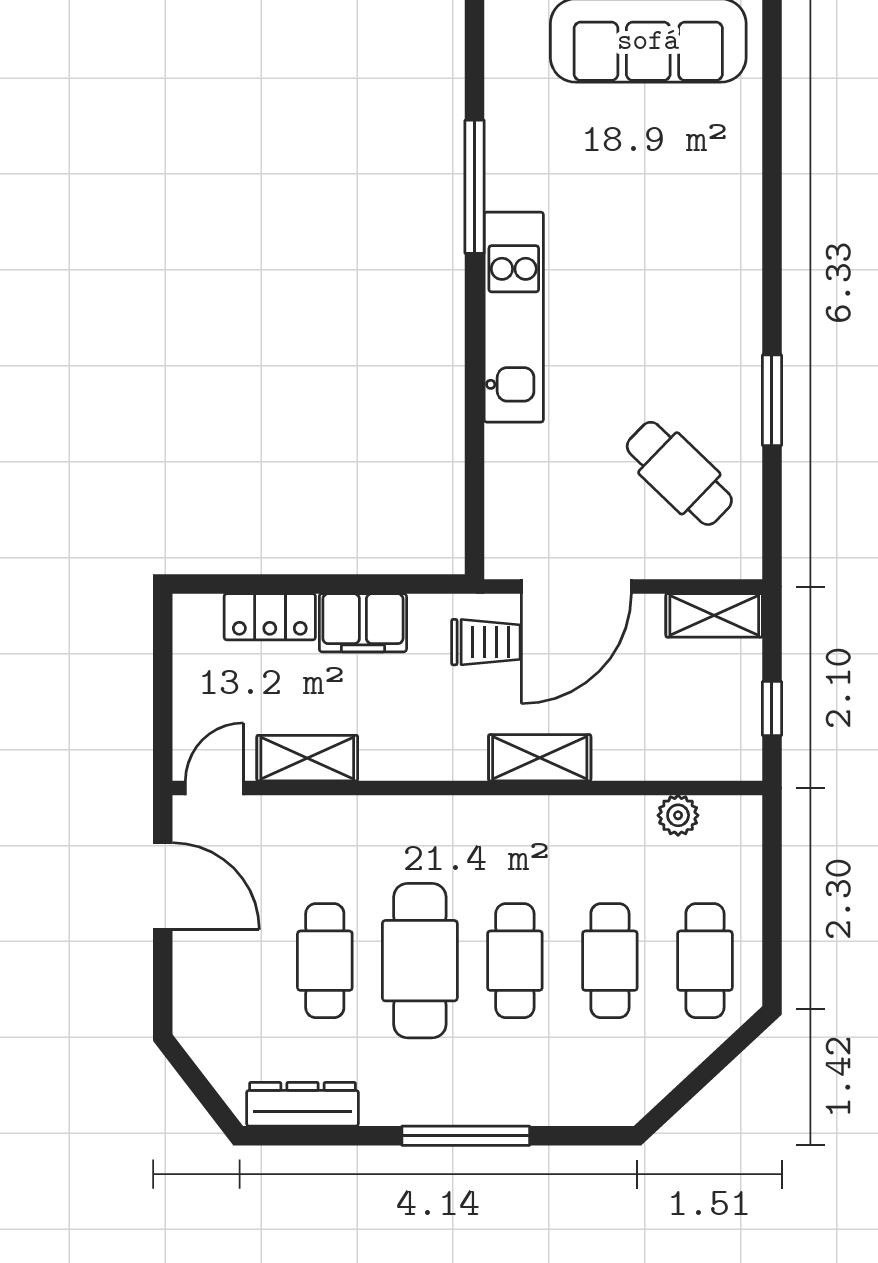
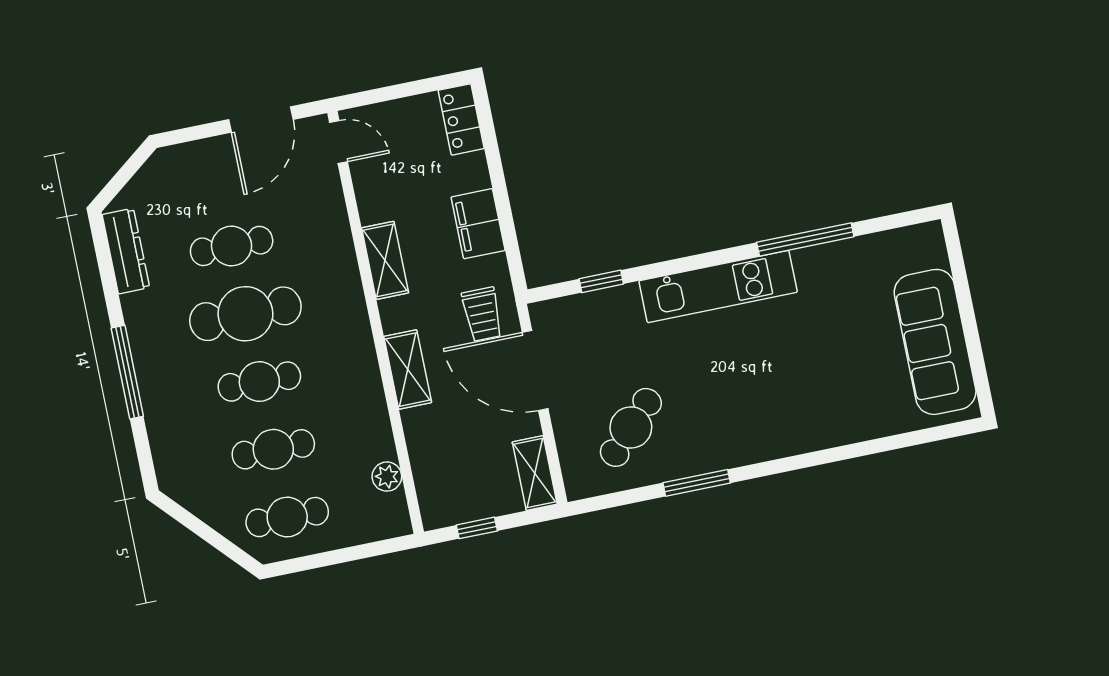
window: (475, 473) -> (601, 281), added
locker: (270, 617) -> (461, 119), moved
shelving: (307, 758) -> (385, 260), moved

